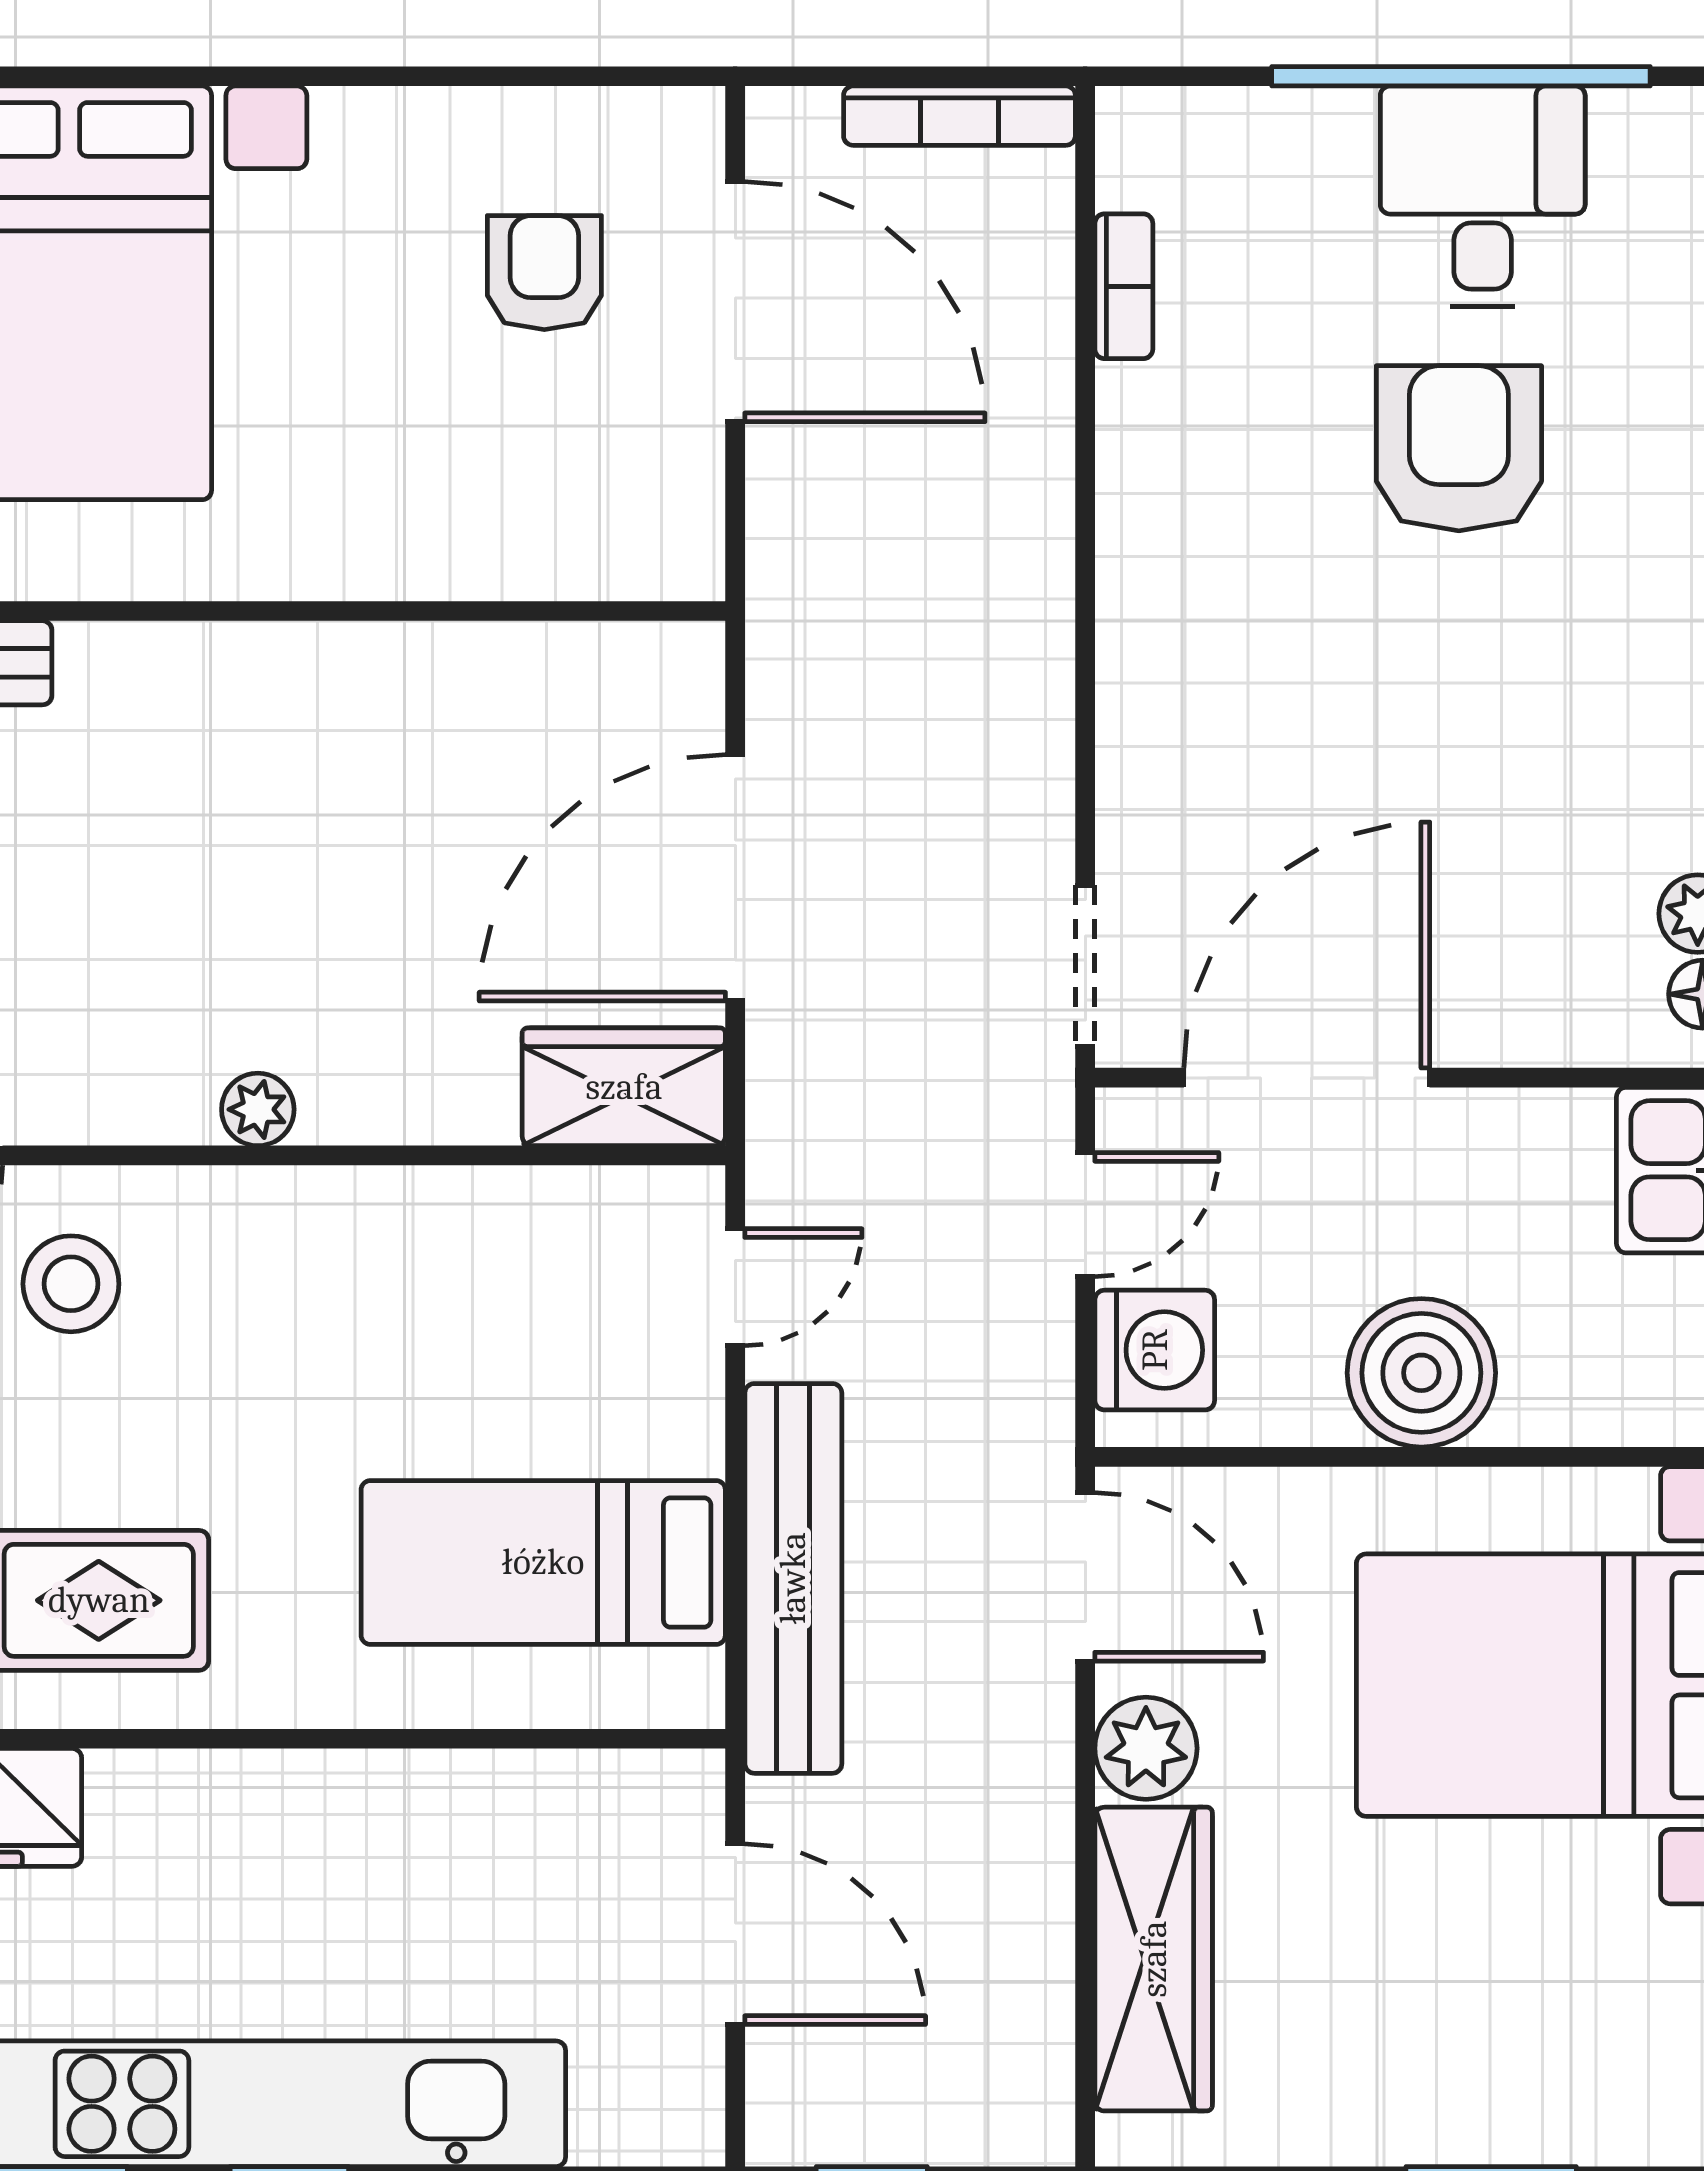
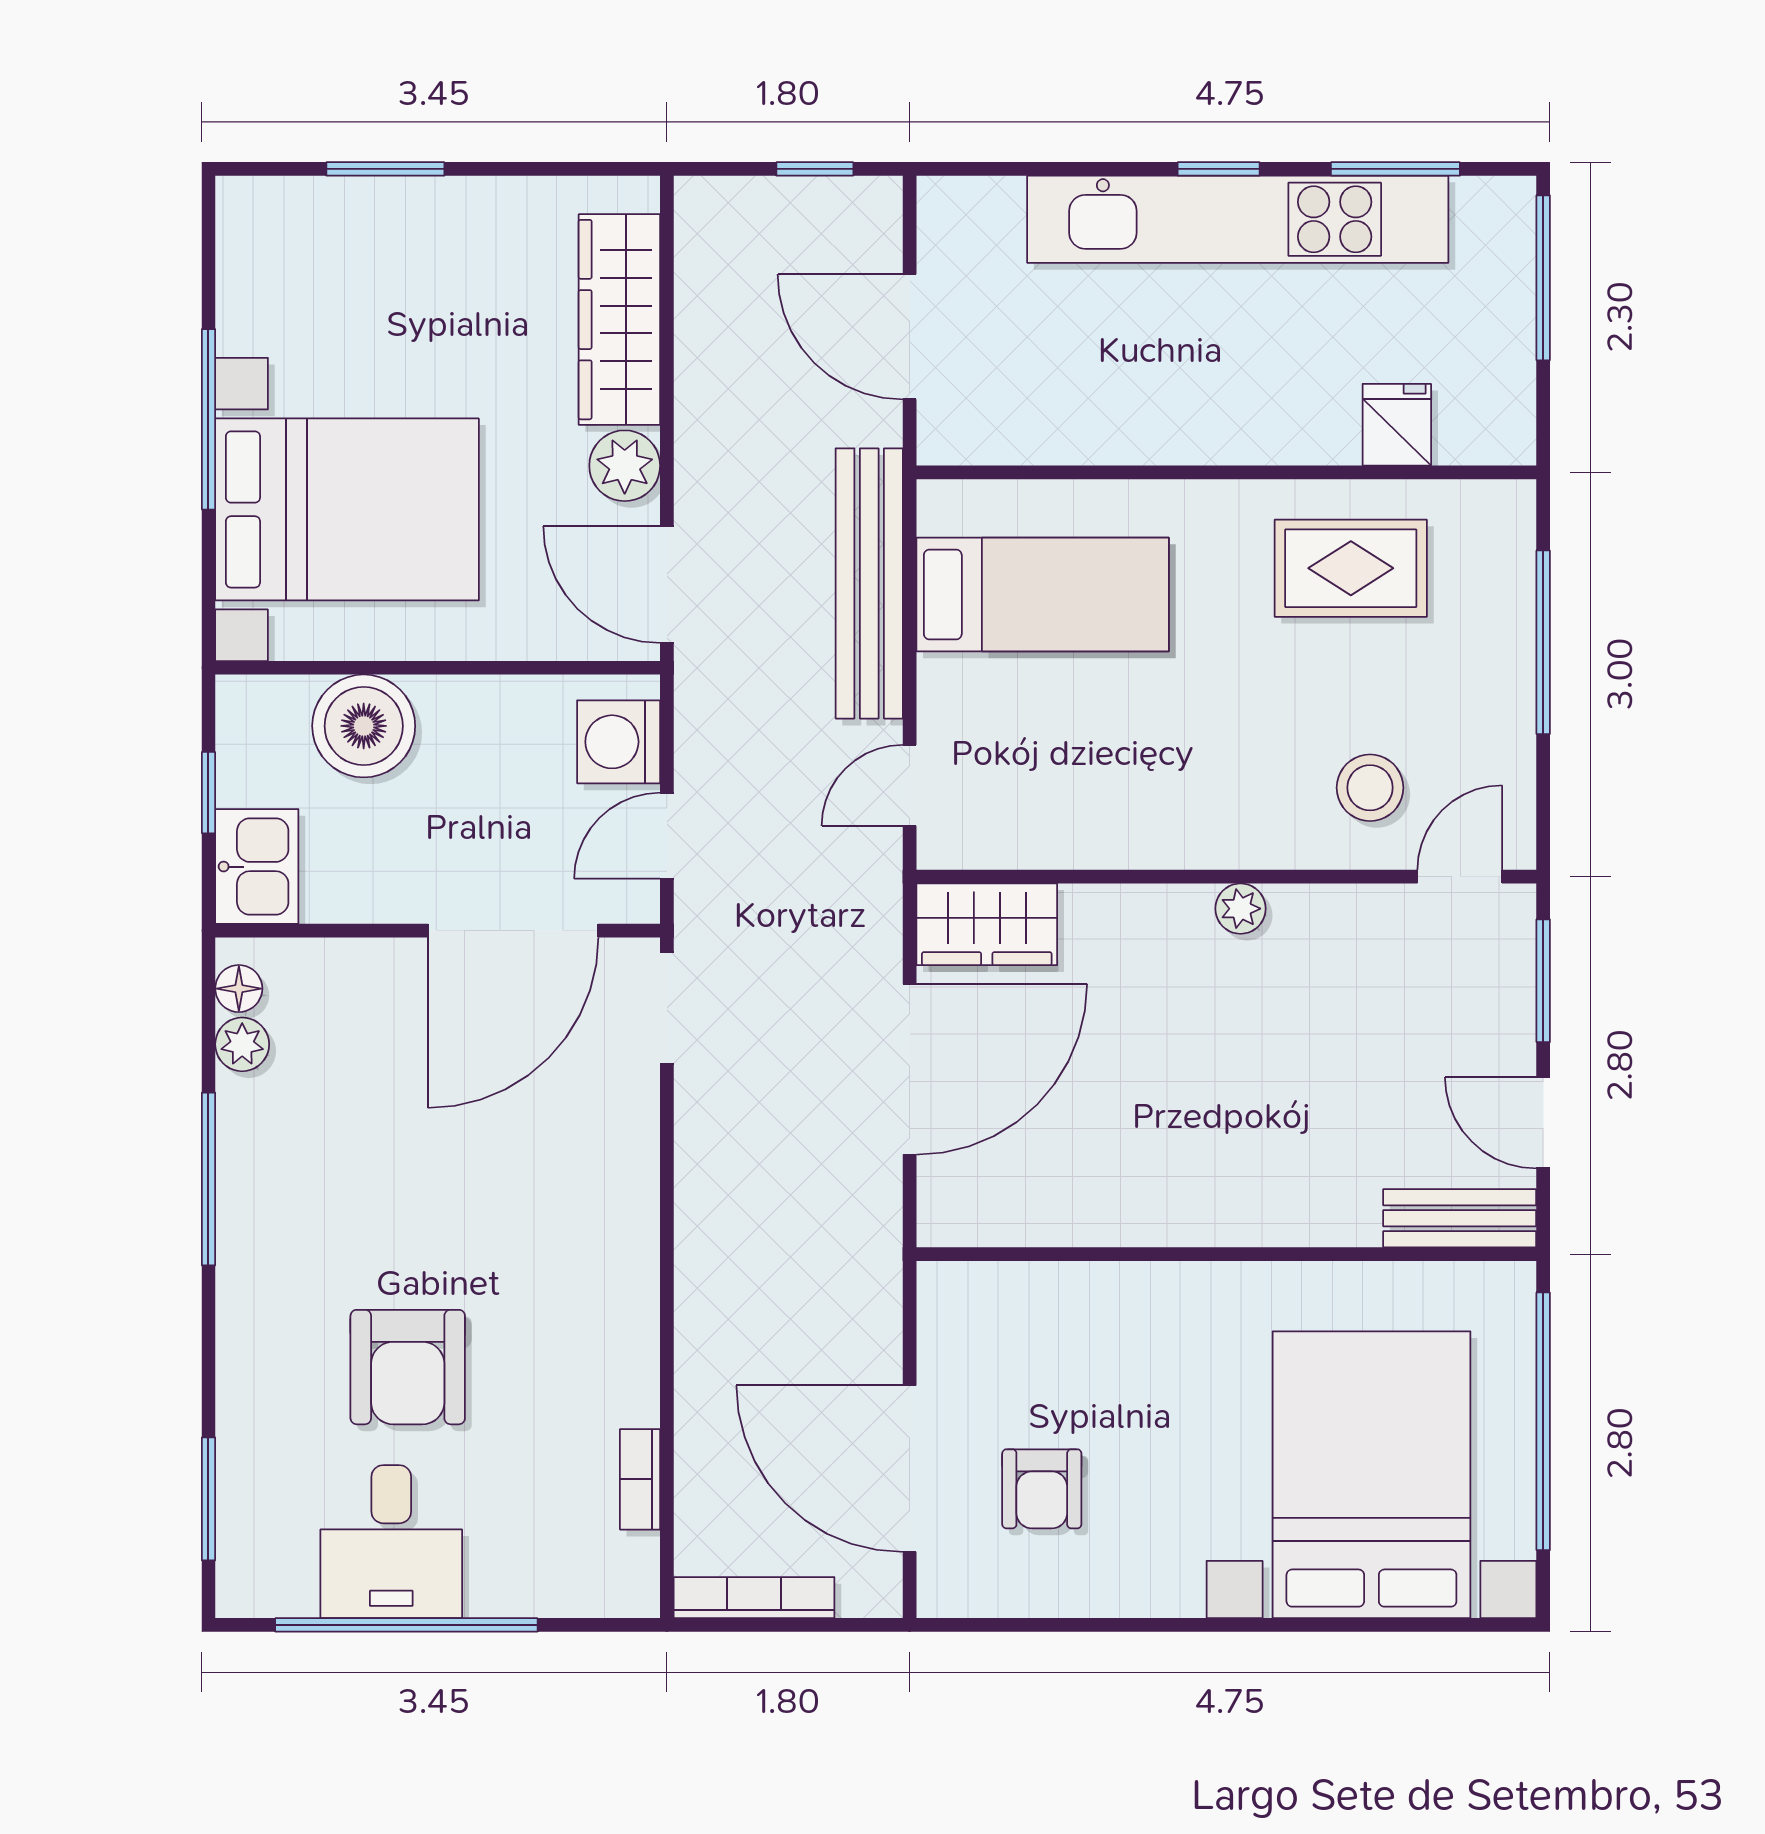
boiler: (1421, 1373) -> (364, 726), moved

